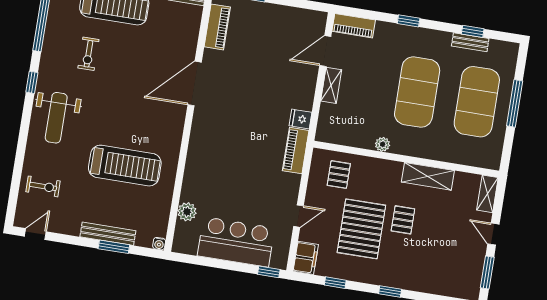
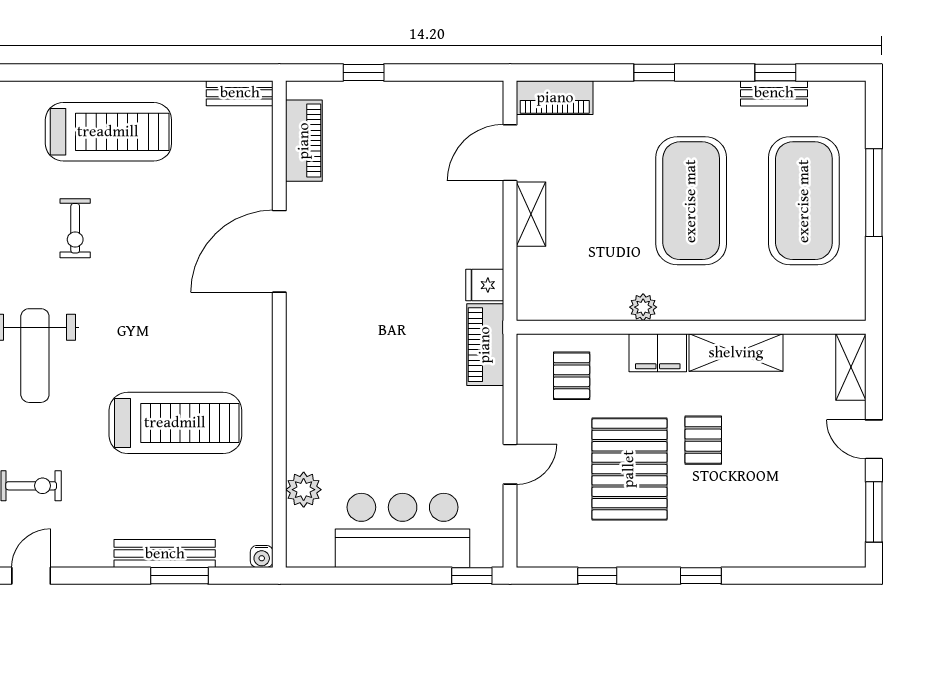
filing cabinet: (306, 258) -> (658, 353), moved, turned 90

